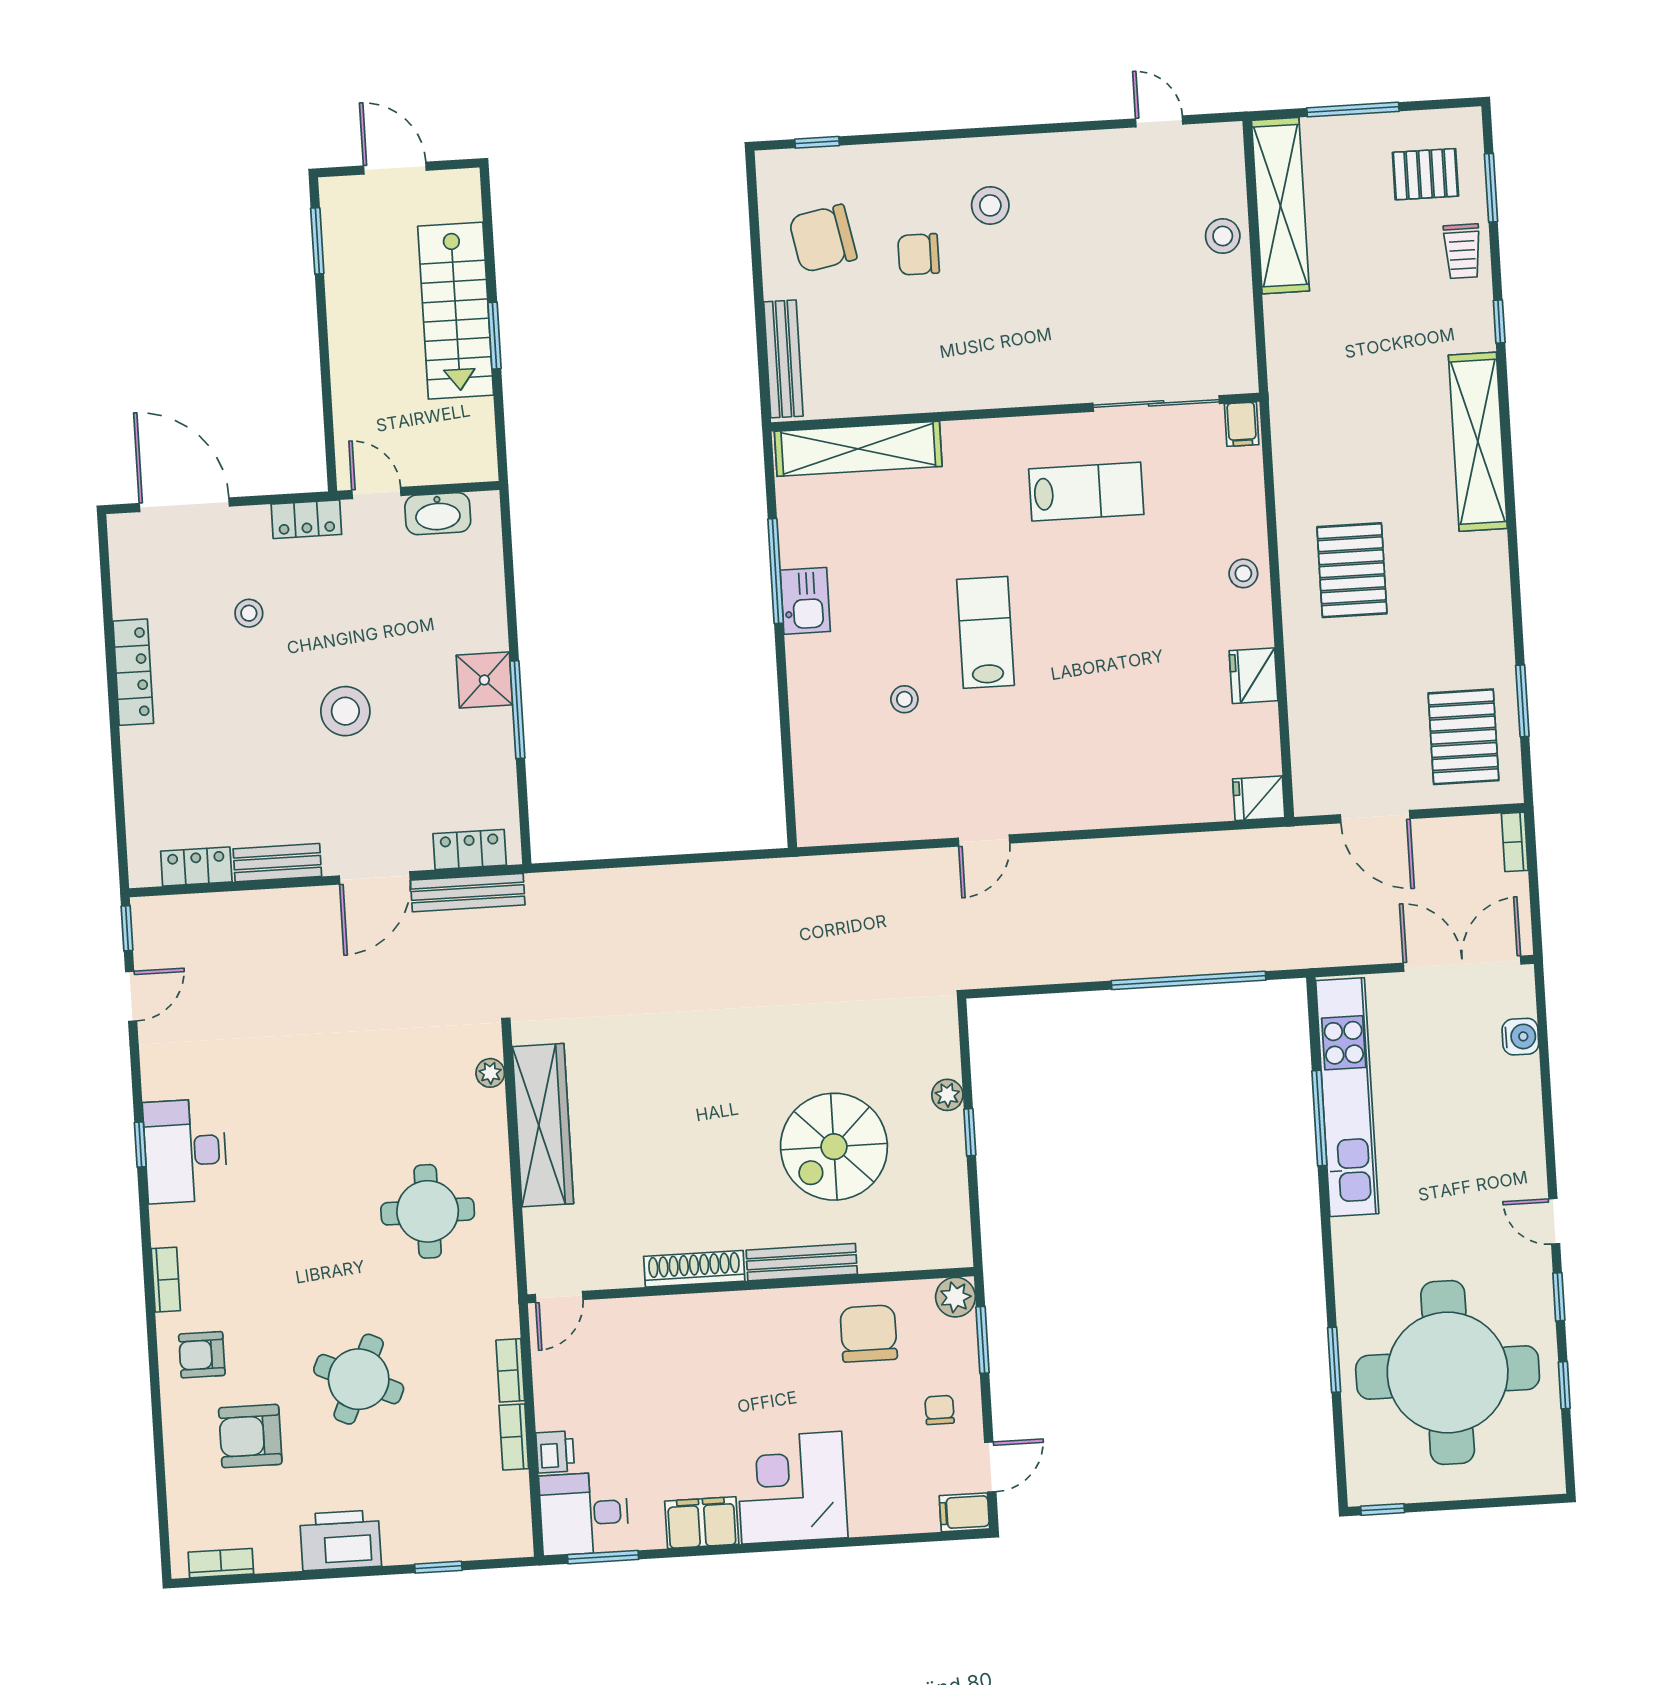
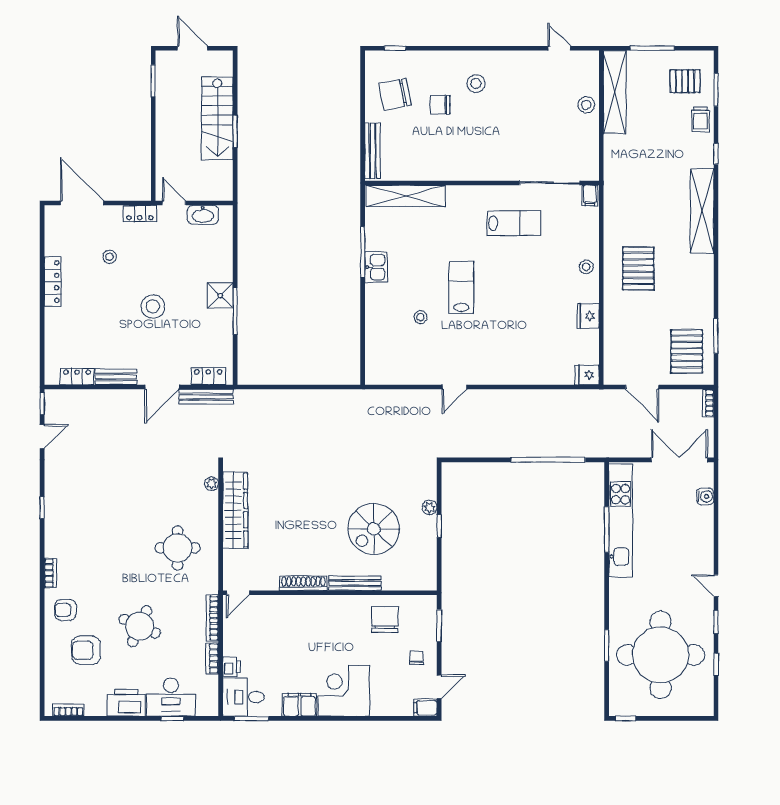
desk: (185, 1151) -> (171, 697), moved, turned -90
plant: (955, 1297) -> (427, 604), removed
bookcase: (510, 1370) -> (212, 618), width x1.56

